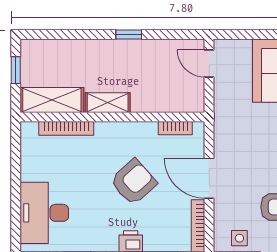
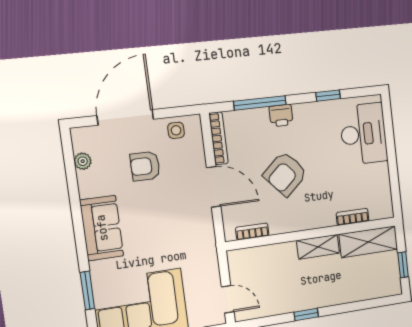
bookcase: (66, 128) -> (353, 217), width x0.64

